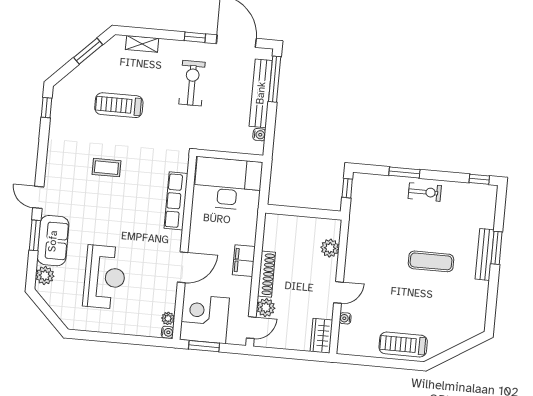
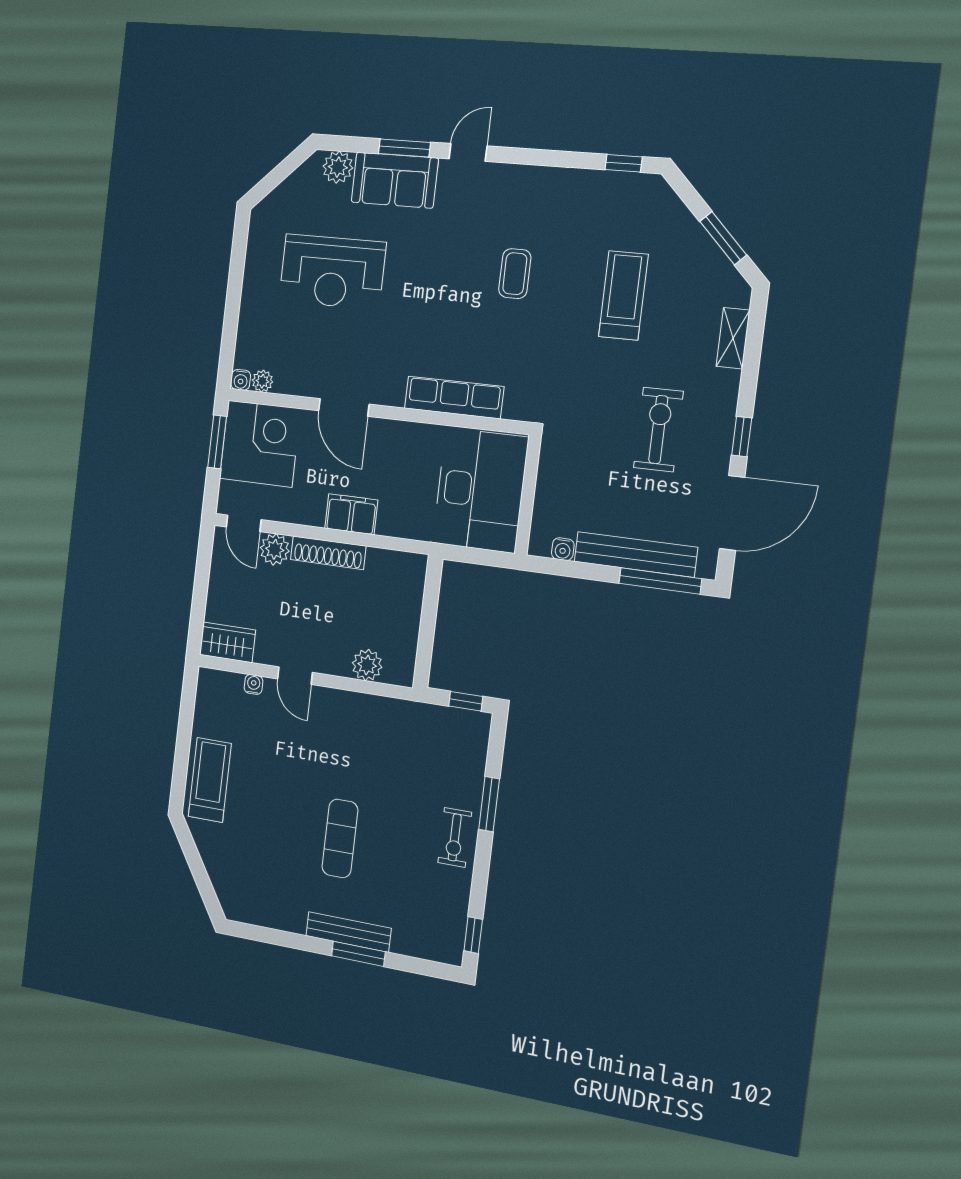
exercise bike: (192, 83) -> (658, 430), turned -90

